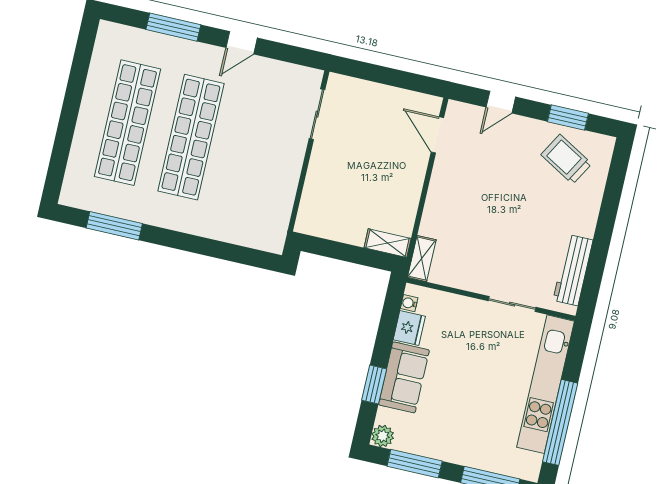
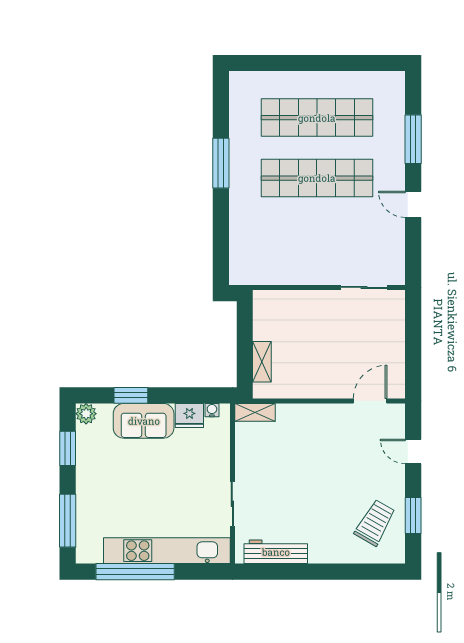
window: (114, 226) -> (221, 163), moved
shelving: (388, 243) -> (262, 362), moved
window: (415, 464) -> (68, 448), width x0.69

